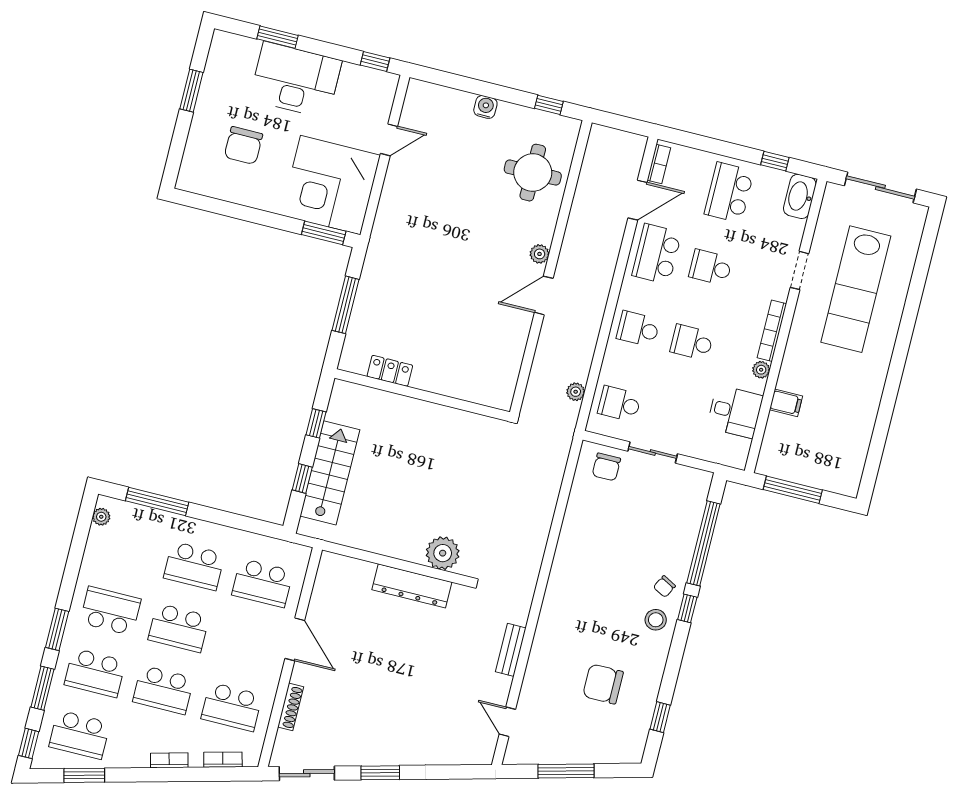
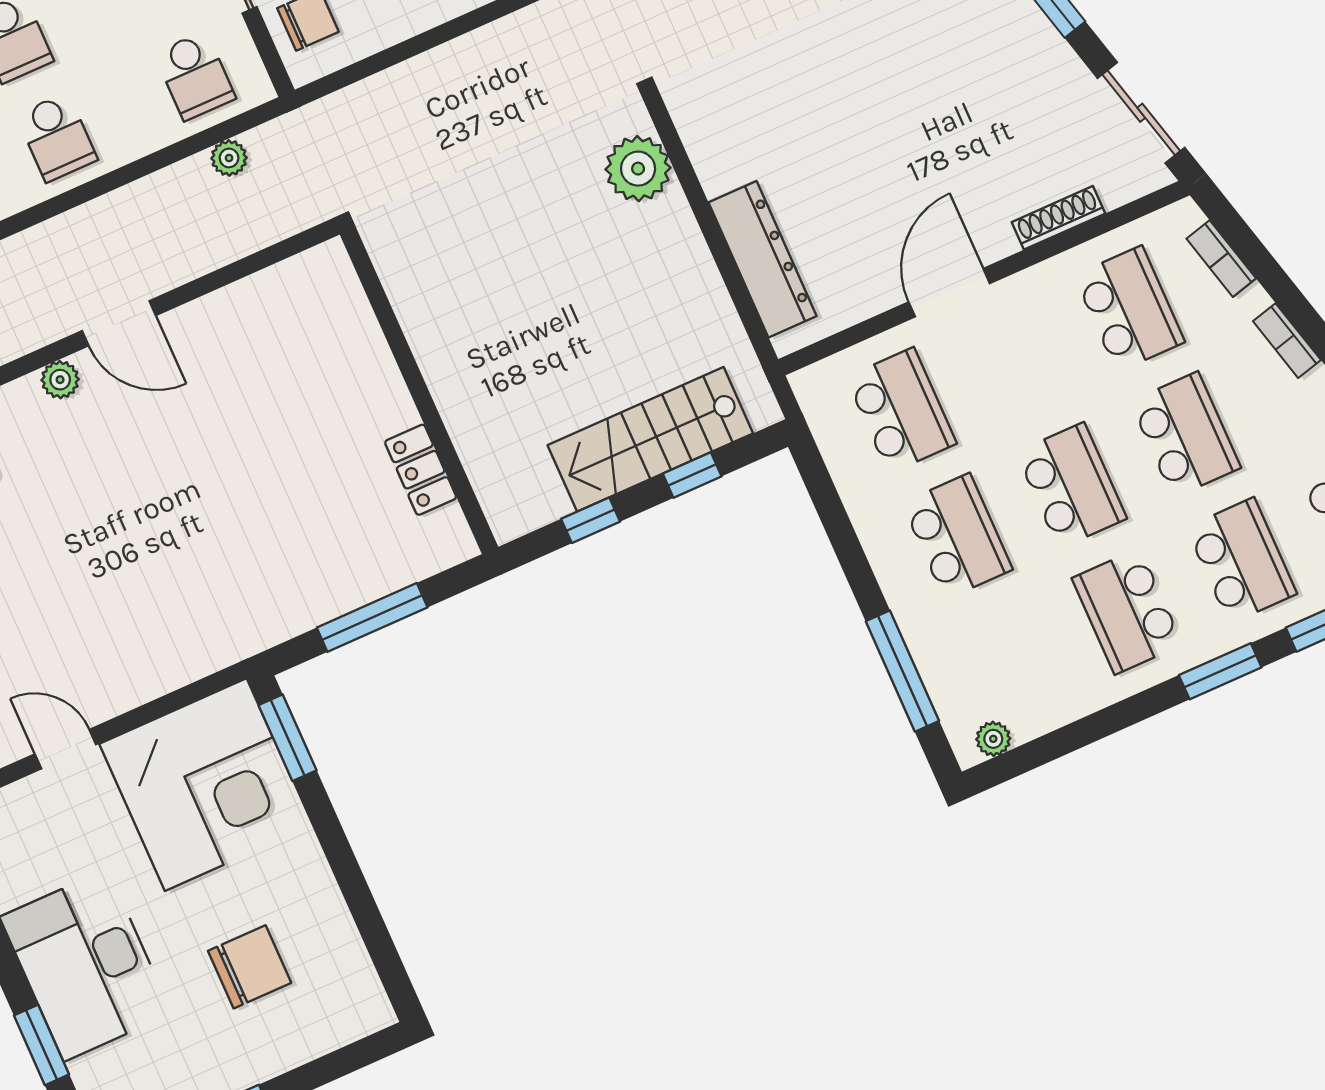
dresser: (412, 586) -> (763, 259), moved

